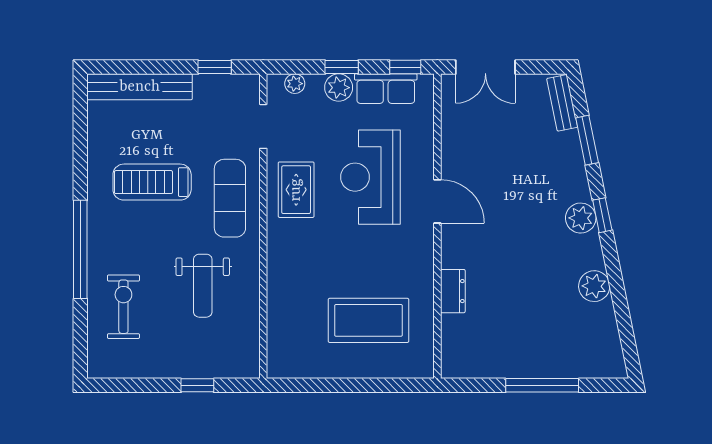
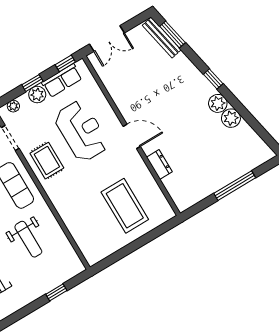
bench: (562, 103) -> (162, 38), width x1.36
window: (587, 140) -> (173, 34), moved
reception desk: (370, 177) -> (81, 131), turned 180
door: (437, 201) -> (132, 136), moved
plant: (581, 218) -> (218, 103), moved
coffee table: (369, 320) -> (125, 206), turned 90

